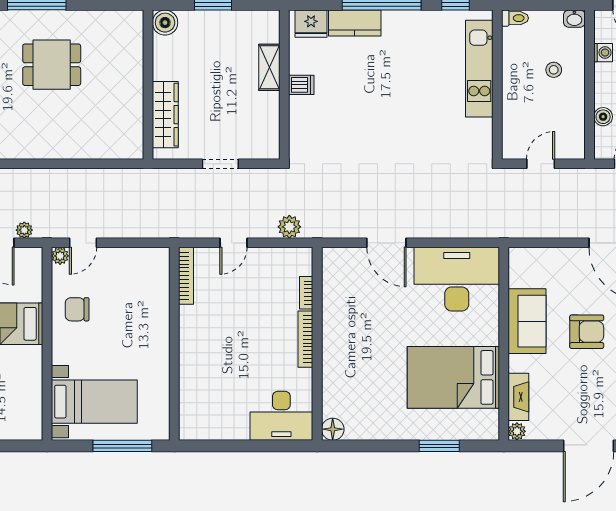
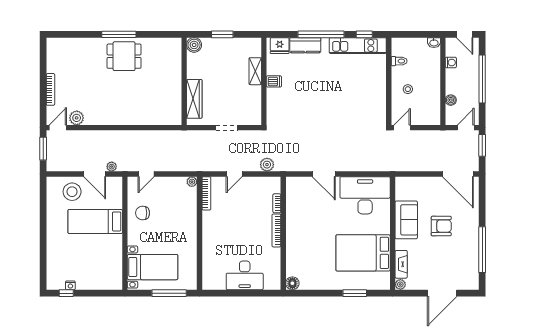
toilet: (515, 18) -> (399, 61), moved
dining table: (52, 65) -> (124, 56), moved
kitchen unit: (479, 69) -> (358, 46), moved, turned -90
stool: (554, 70) -> (408, 89), moved
door: (541, 164) -> (402, 128), moved
plant: (60, 256) -> (192, 182), moved
desk: (281, 416) -> (245, 275), moved

